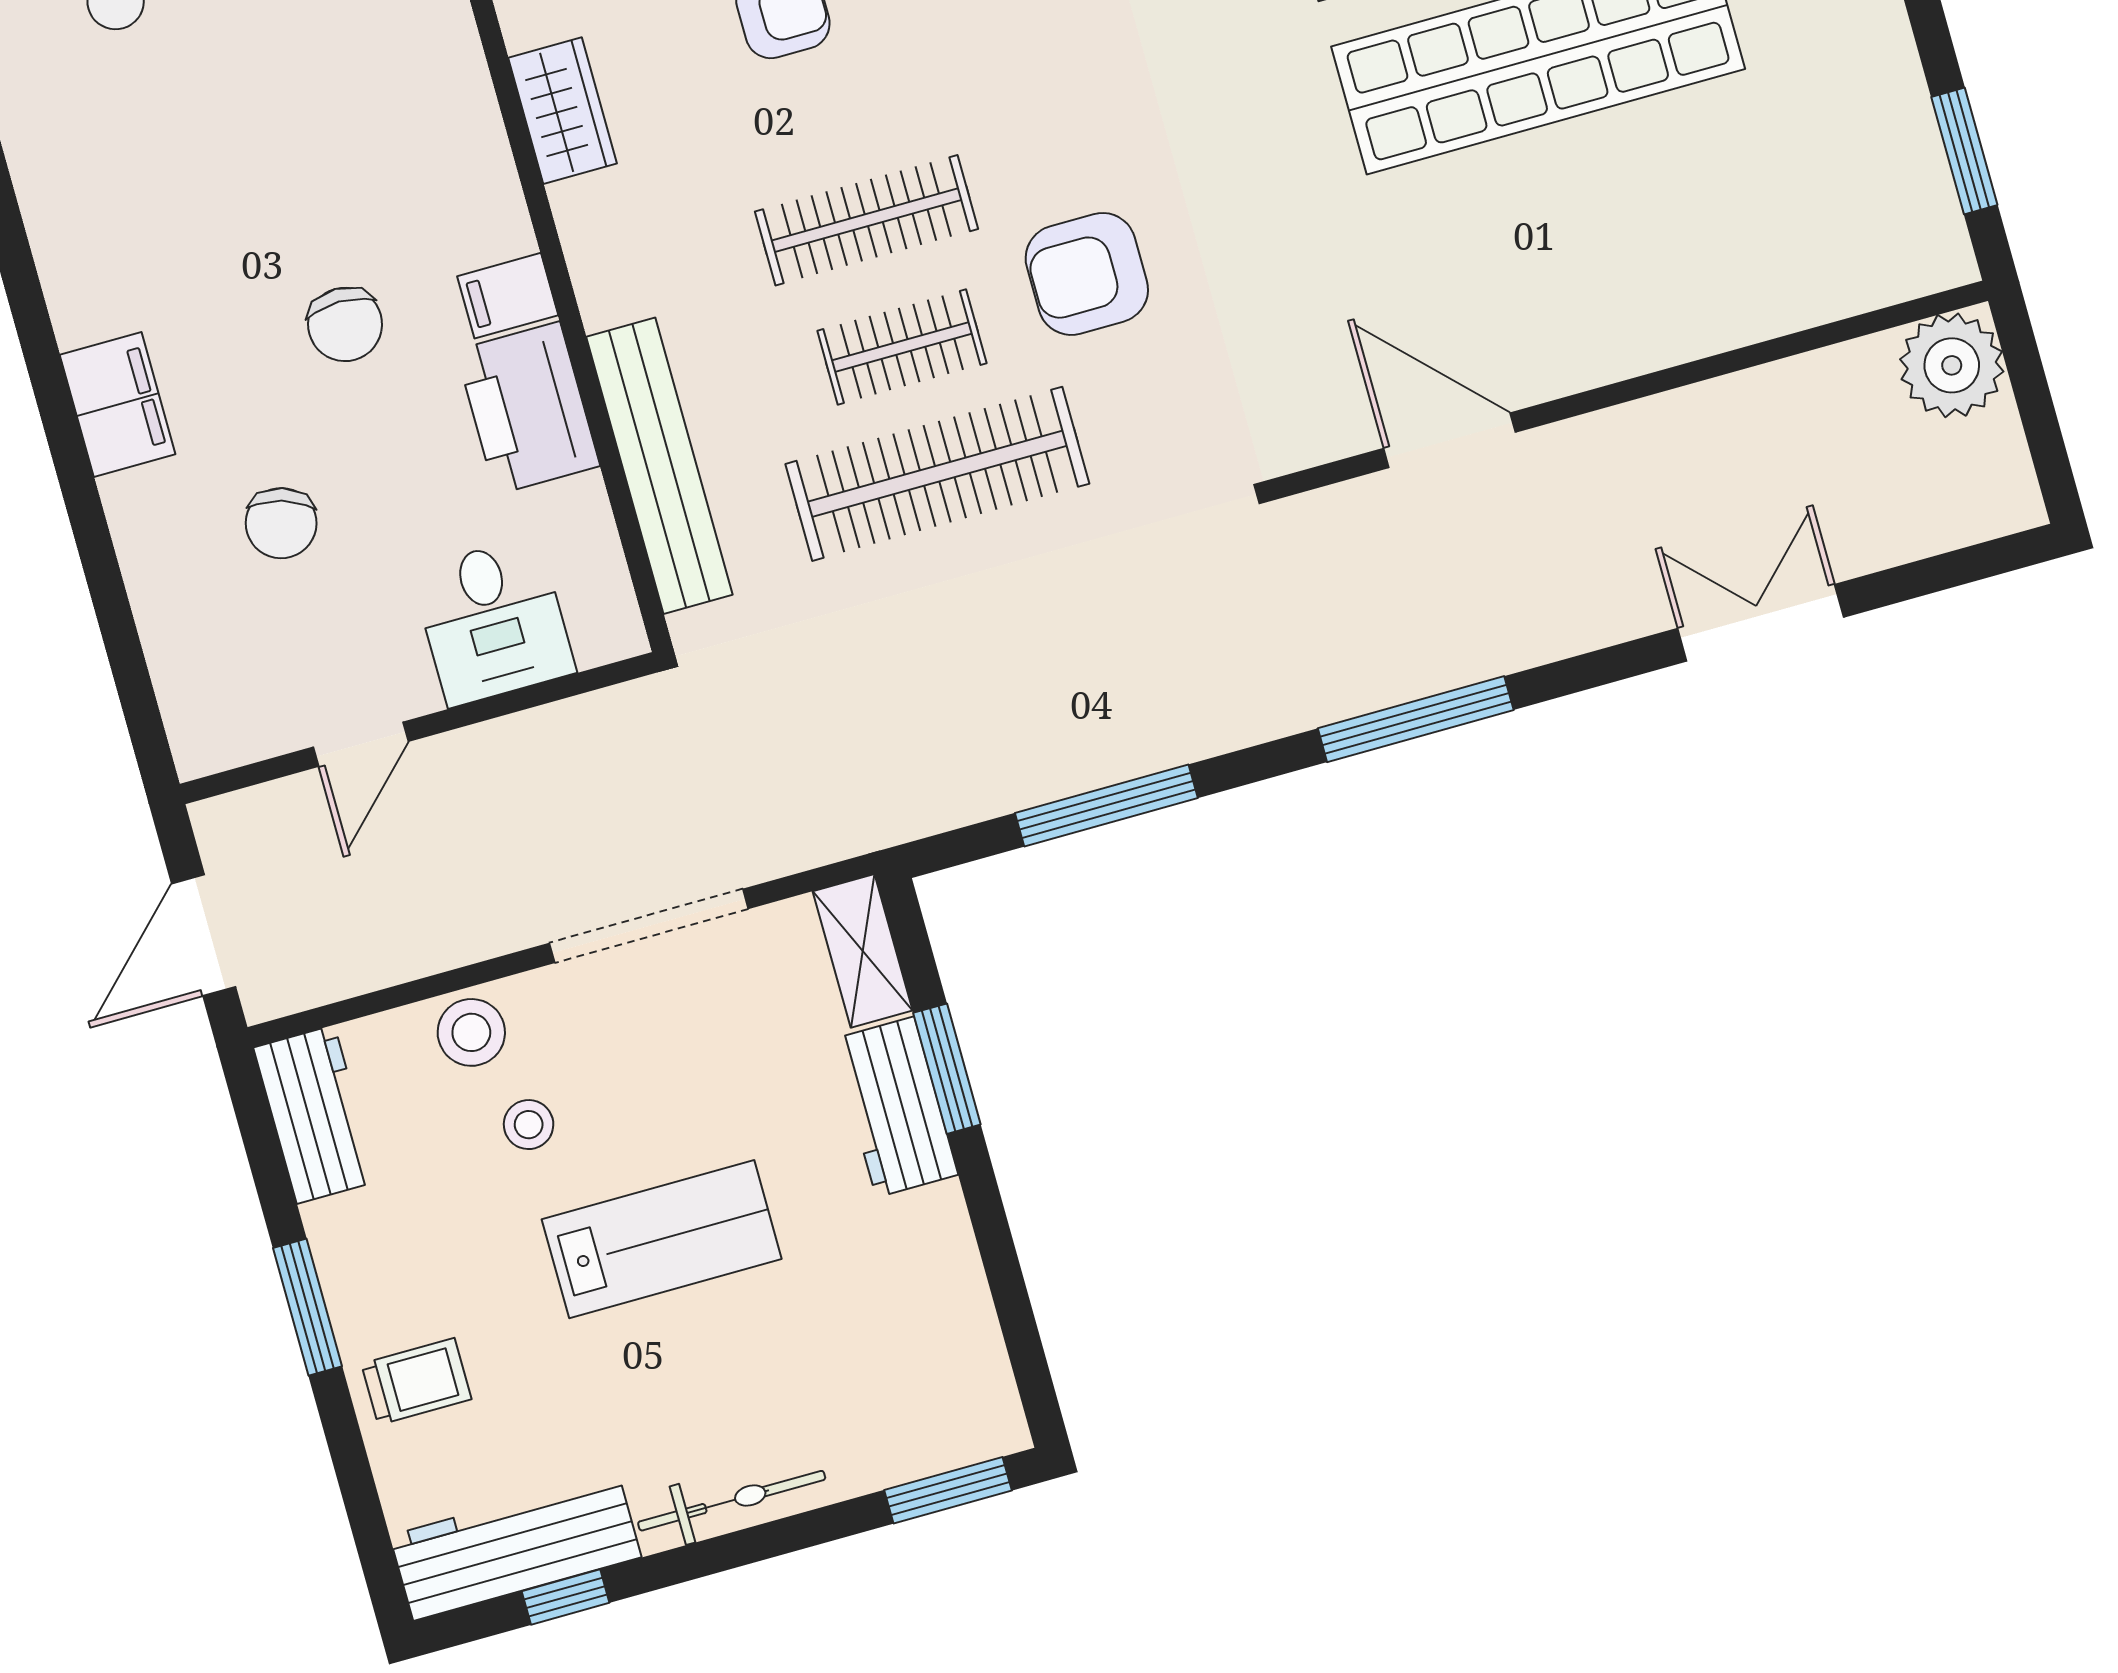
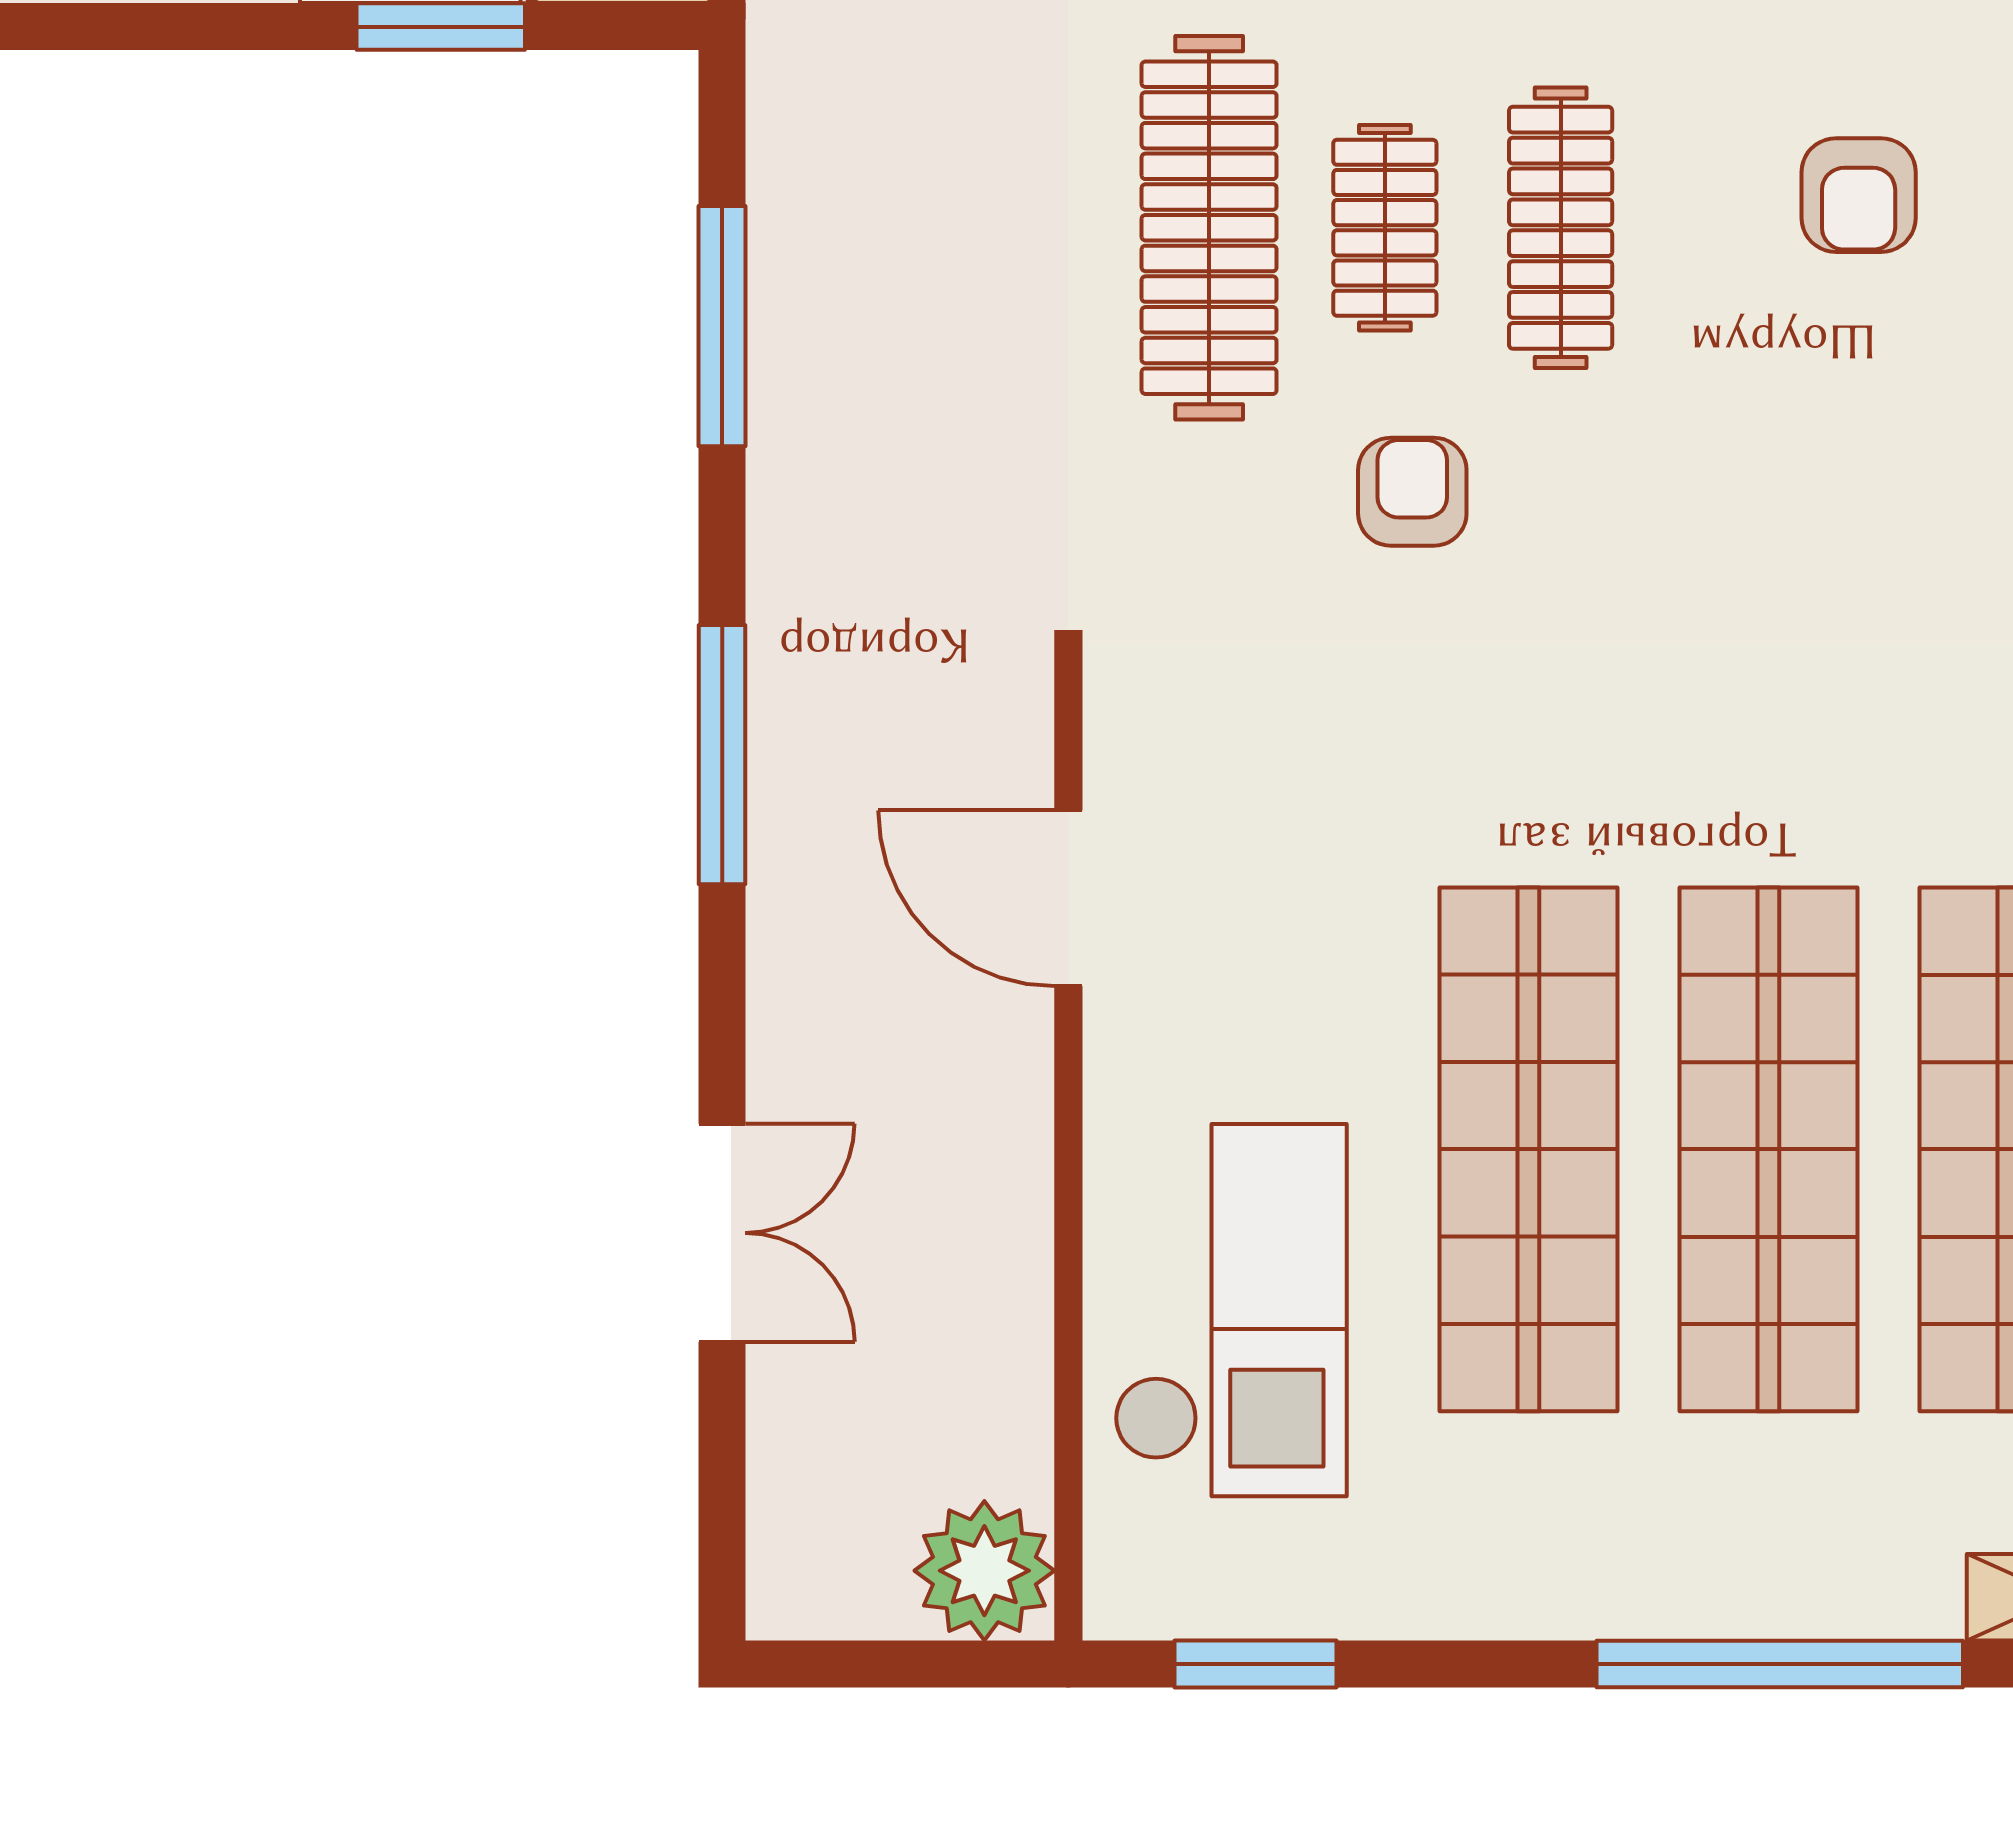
checkout: (1714, 240) -> (1230, 1310), added
armchair: (1087, 274) -> (1412, 492), width x0.72, depth x0.72
door: (1450, 440) -> (1068, 898), swing flipped

